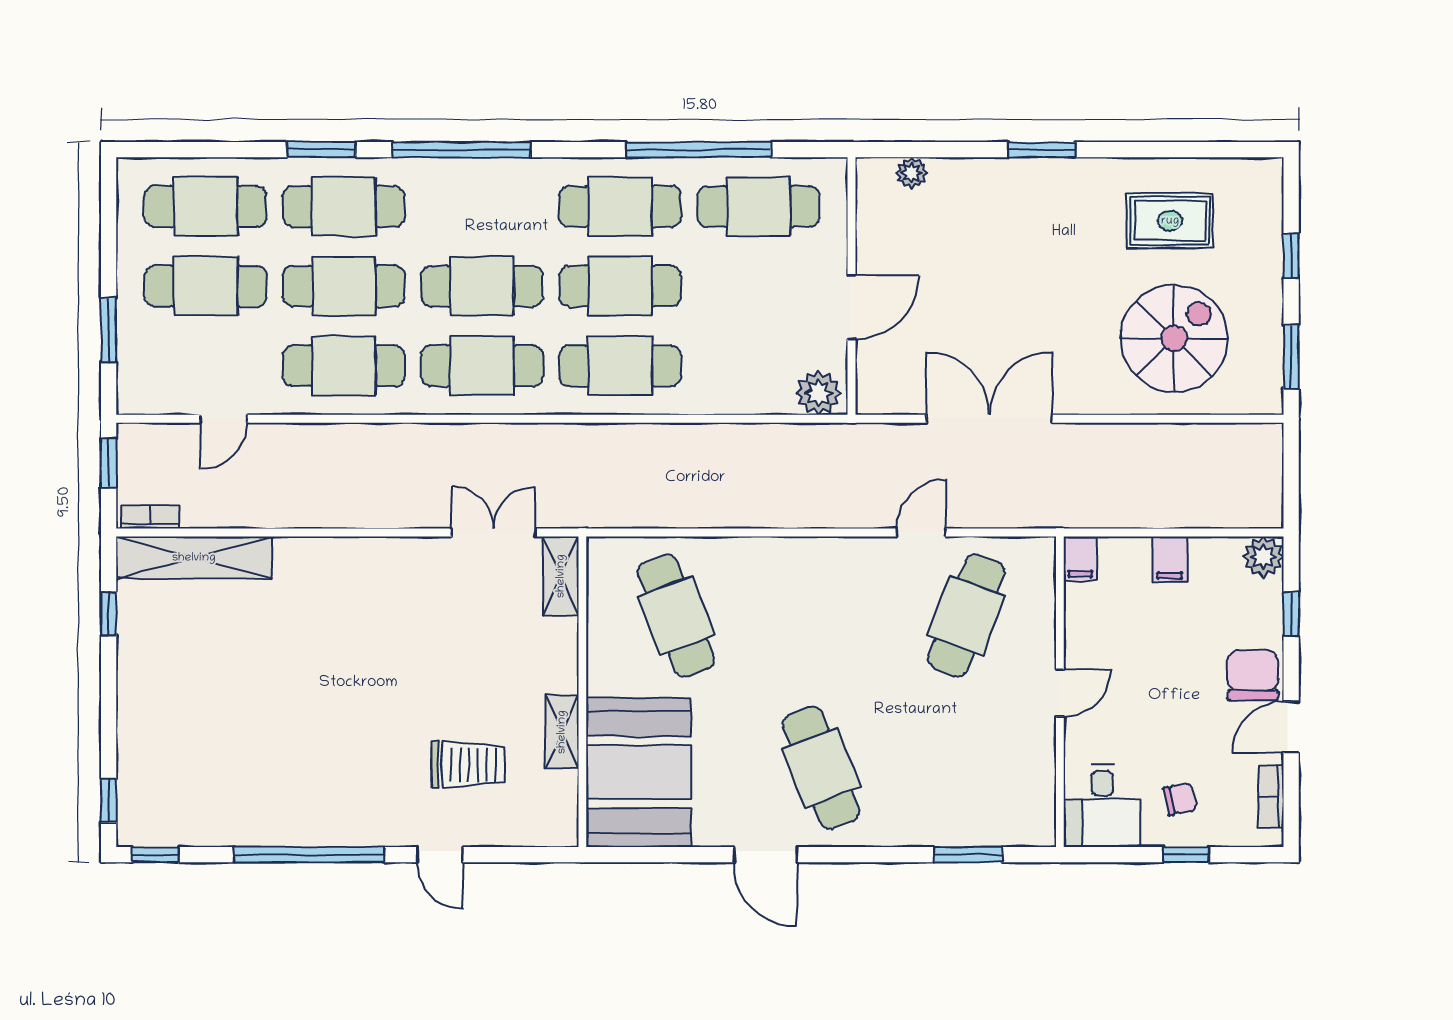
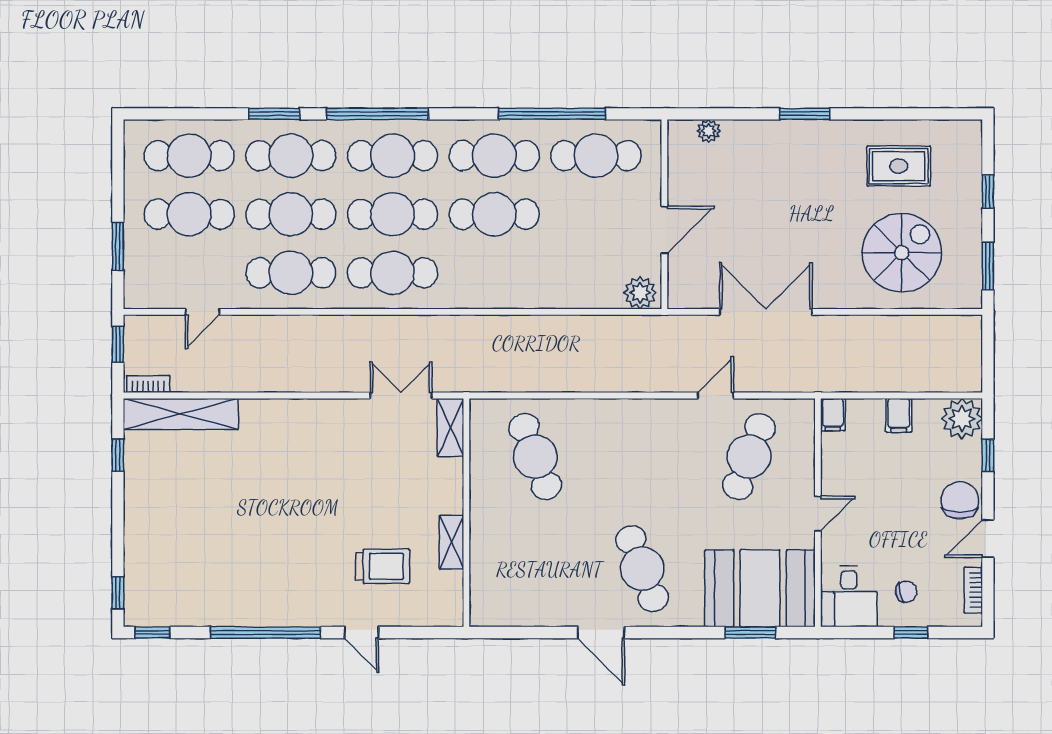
cafe table: (620, 366) -> (393, 156), moved
plant: (1263, 557) -> (962, 419), width x1.36, depth x1.36
booth: (639, 772) -> (760, 588), moved, turned 90

